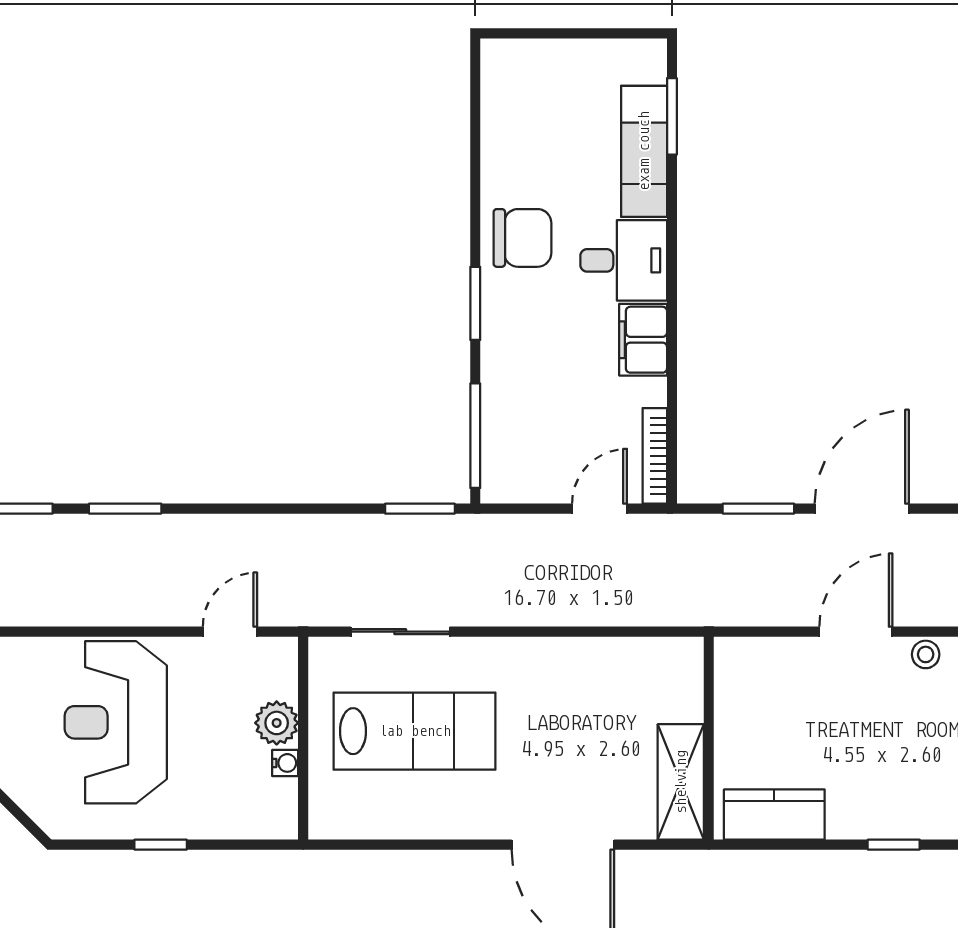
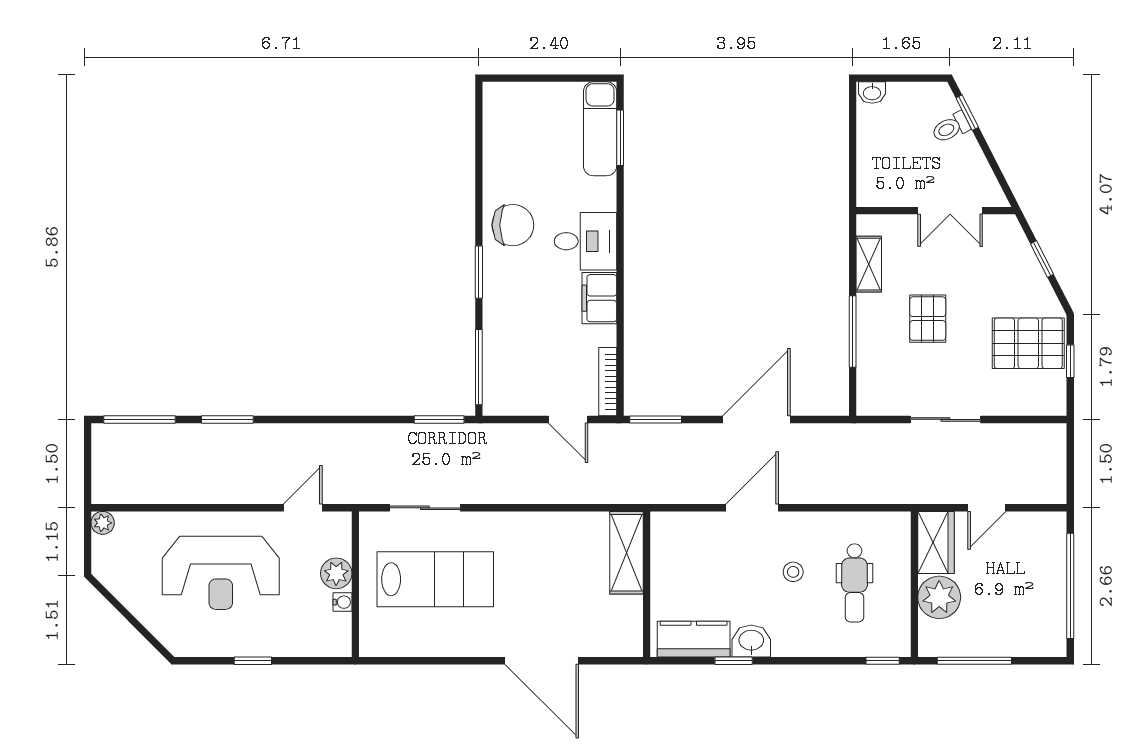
exam couch: (644, 151) -> (600, 129), moved
door: (599, 509) -> (568, 419), swing flipped
window: (758, 509) -> (656, 419), moved
stool: (926, 654) -> (793, 572), moved
reception desk: (116, 722) -> (221, 573), turned -90
shelving: (681, 782) -> (626, 553), moved
washbasin: (855, 817) -> (751, 641), added
window: (894, 845) -> (734, 661), moved

